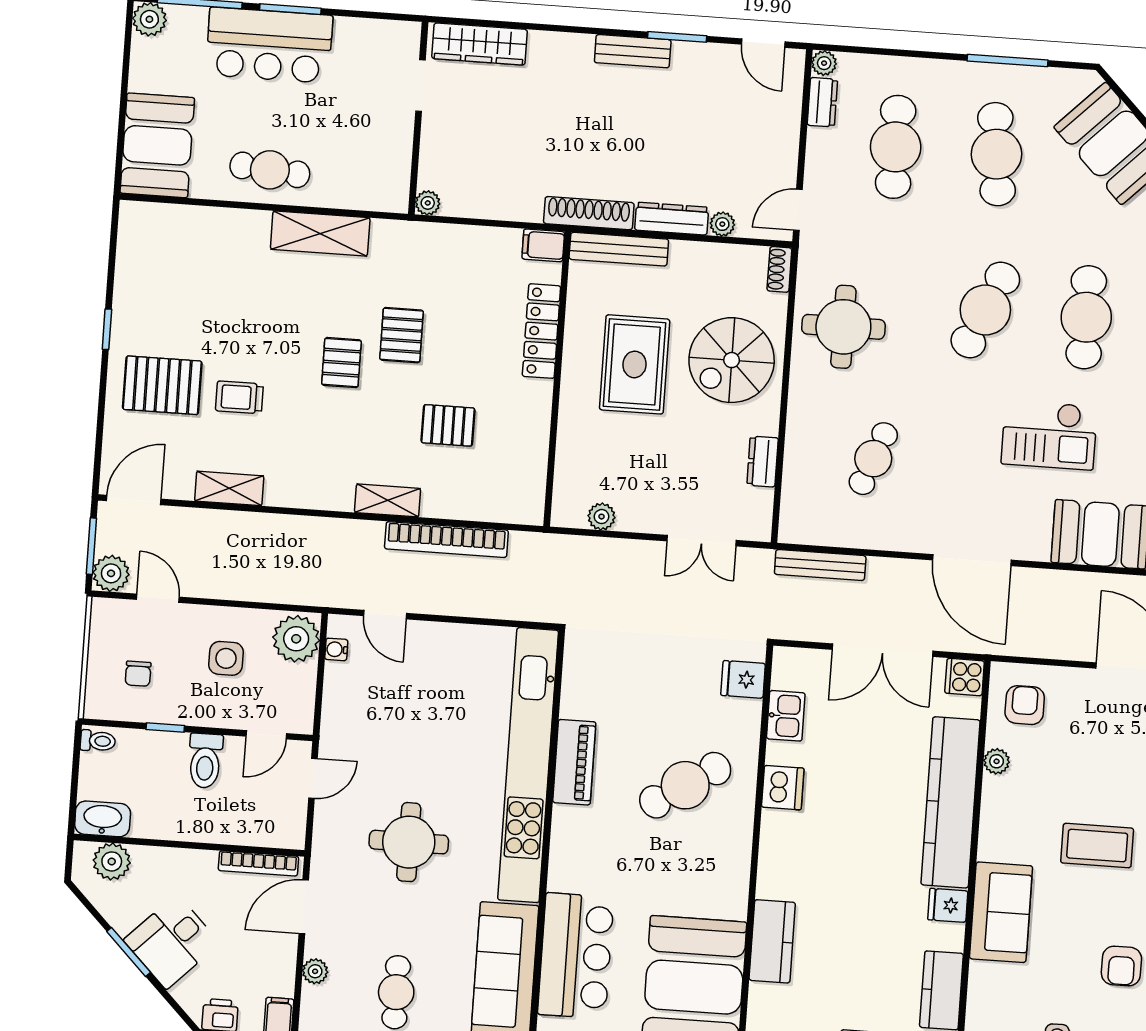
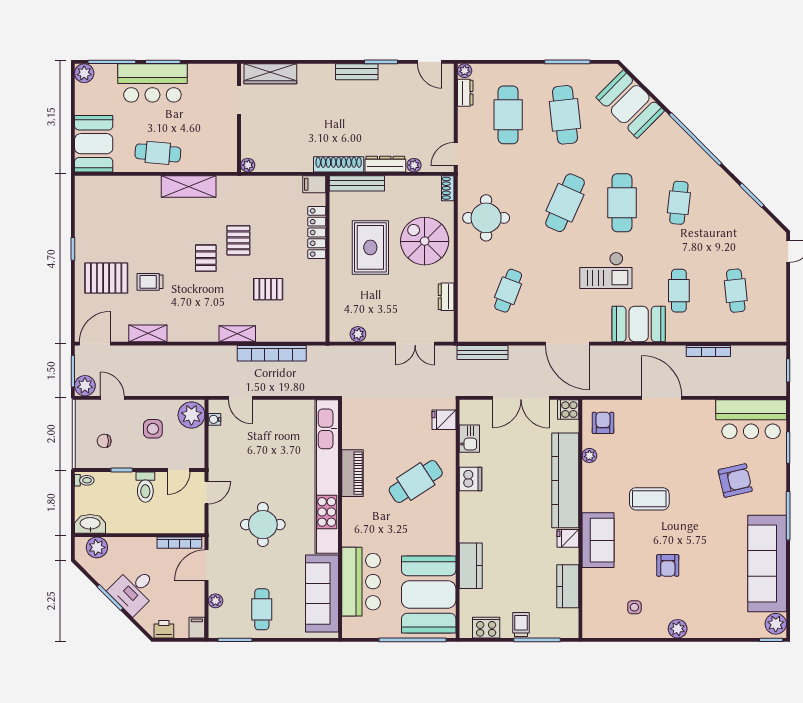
spiral stairs: (732, 360) -> (425, 241), turned 90
chair: (138, 674) -> (104, 441), turned 90

